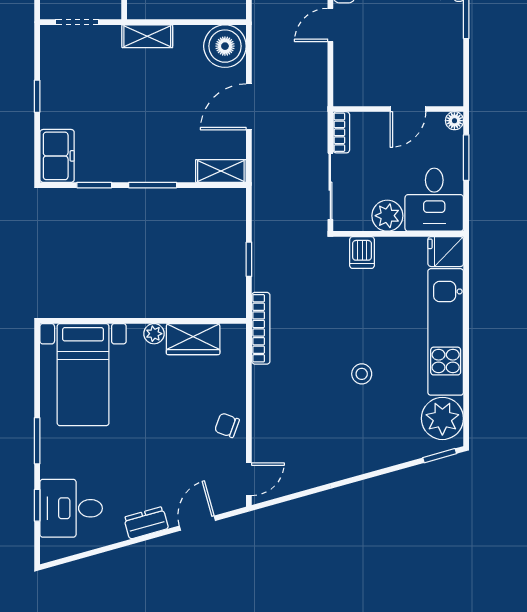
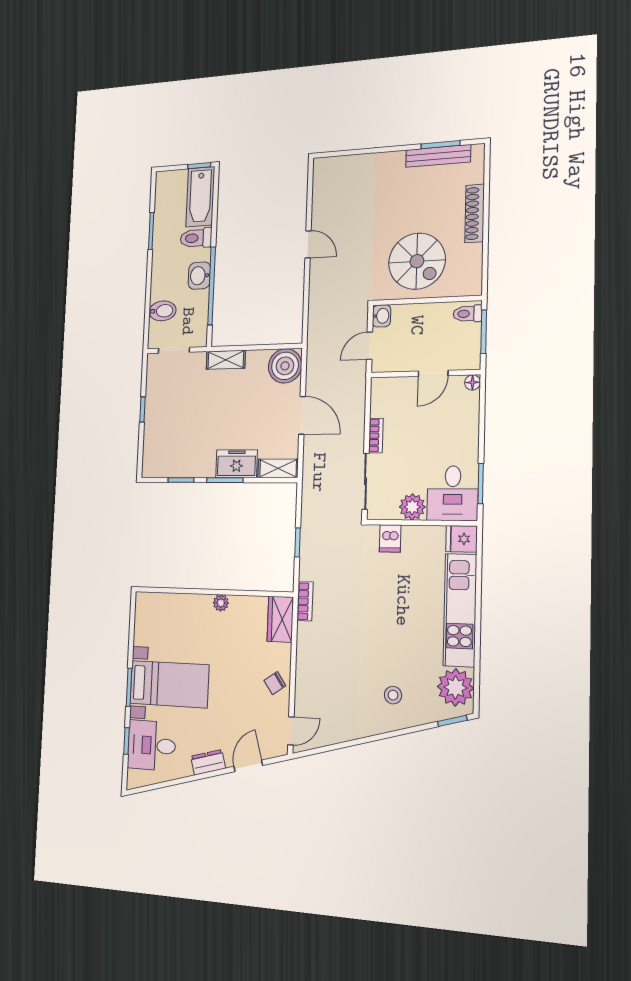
door: (249, 107) -> (302, 415), swing flipped
wall: (398, 109) -> (425, 374), moved
door: (408, 109) -> (433, 373), moved
floor lamp: (454, 121) -> (473, 382), moved
freezer: (57, 156) -> (236, 464), moved, turned -90
window: (466, 158) -> (481, 484), moved
bookcase: (261, 328) -> (305, 601), width x0.64
wardrobe: (193, 339) -> (280, 619), moved, turned 90
stool: (362, 374) -> (393, 695), moved
bed with nightstands: (83, 375) -> (169, 684), moved, turned -90
chair: (227, 425) -> (275, 683), turned -55

